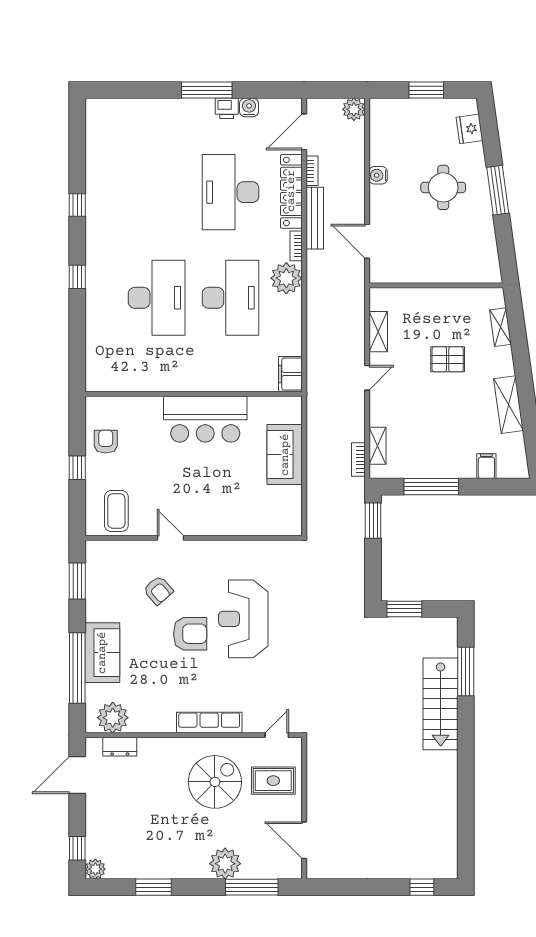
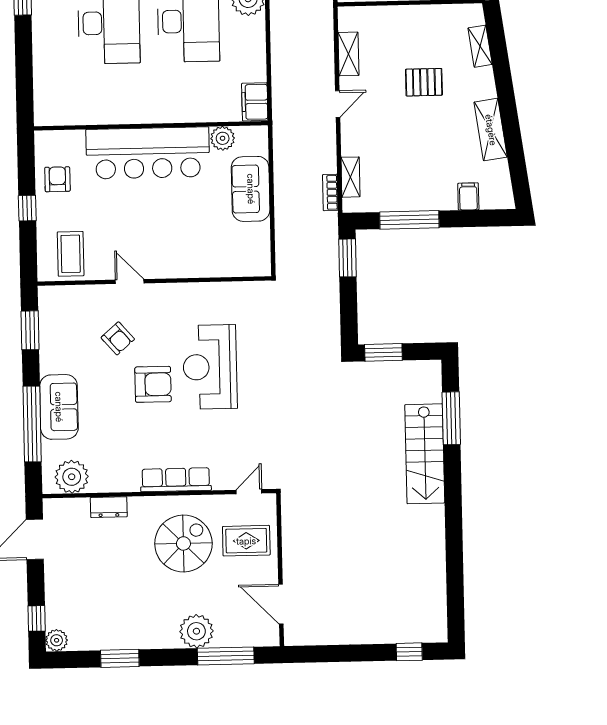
plant: (260, 407) -> (223, 138), added
bar counter: (205, 419) -> (148, 153), width x1.36
dresser: (120, 747) -> (109, 507), moved

